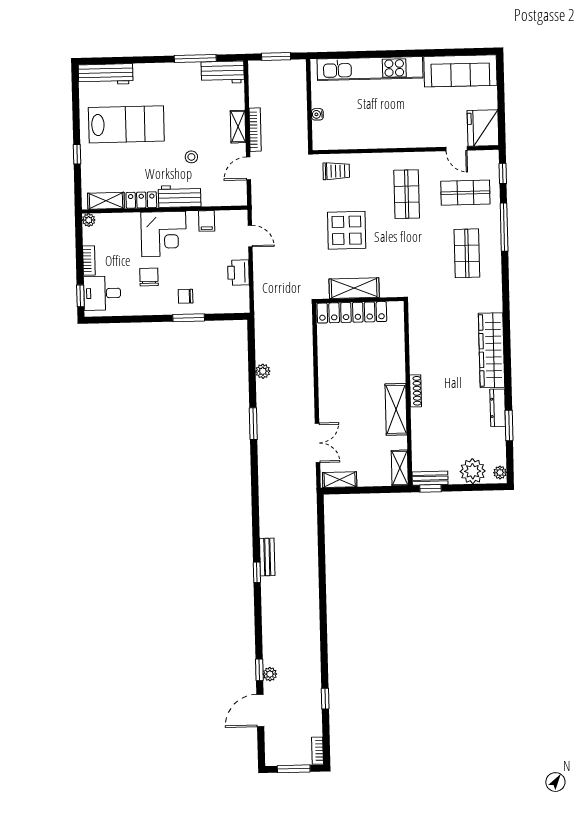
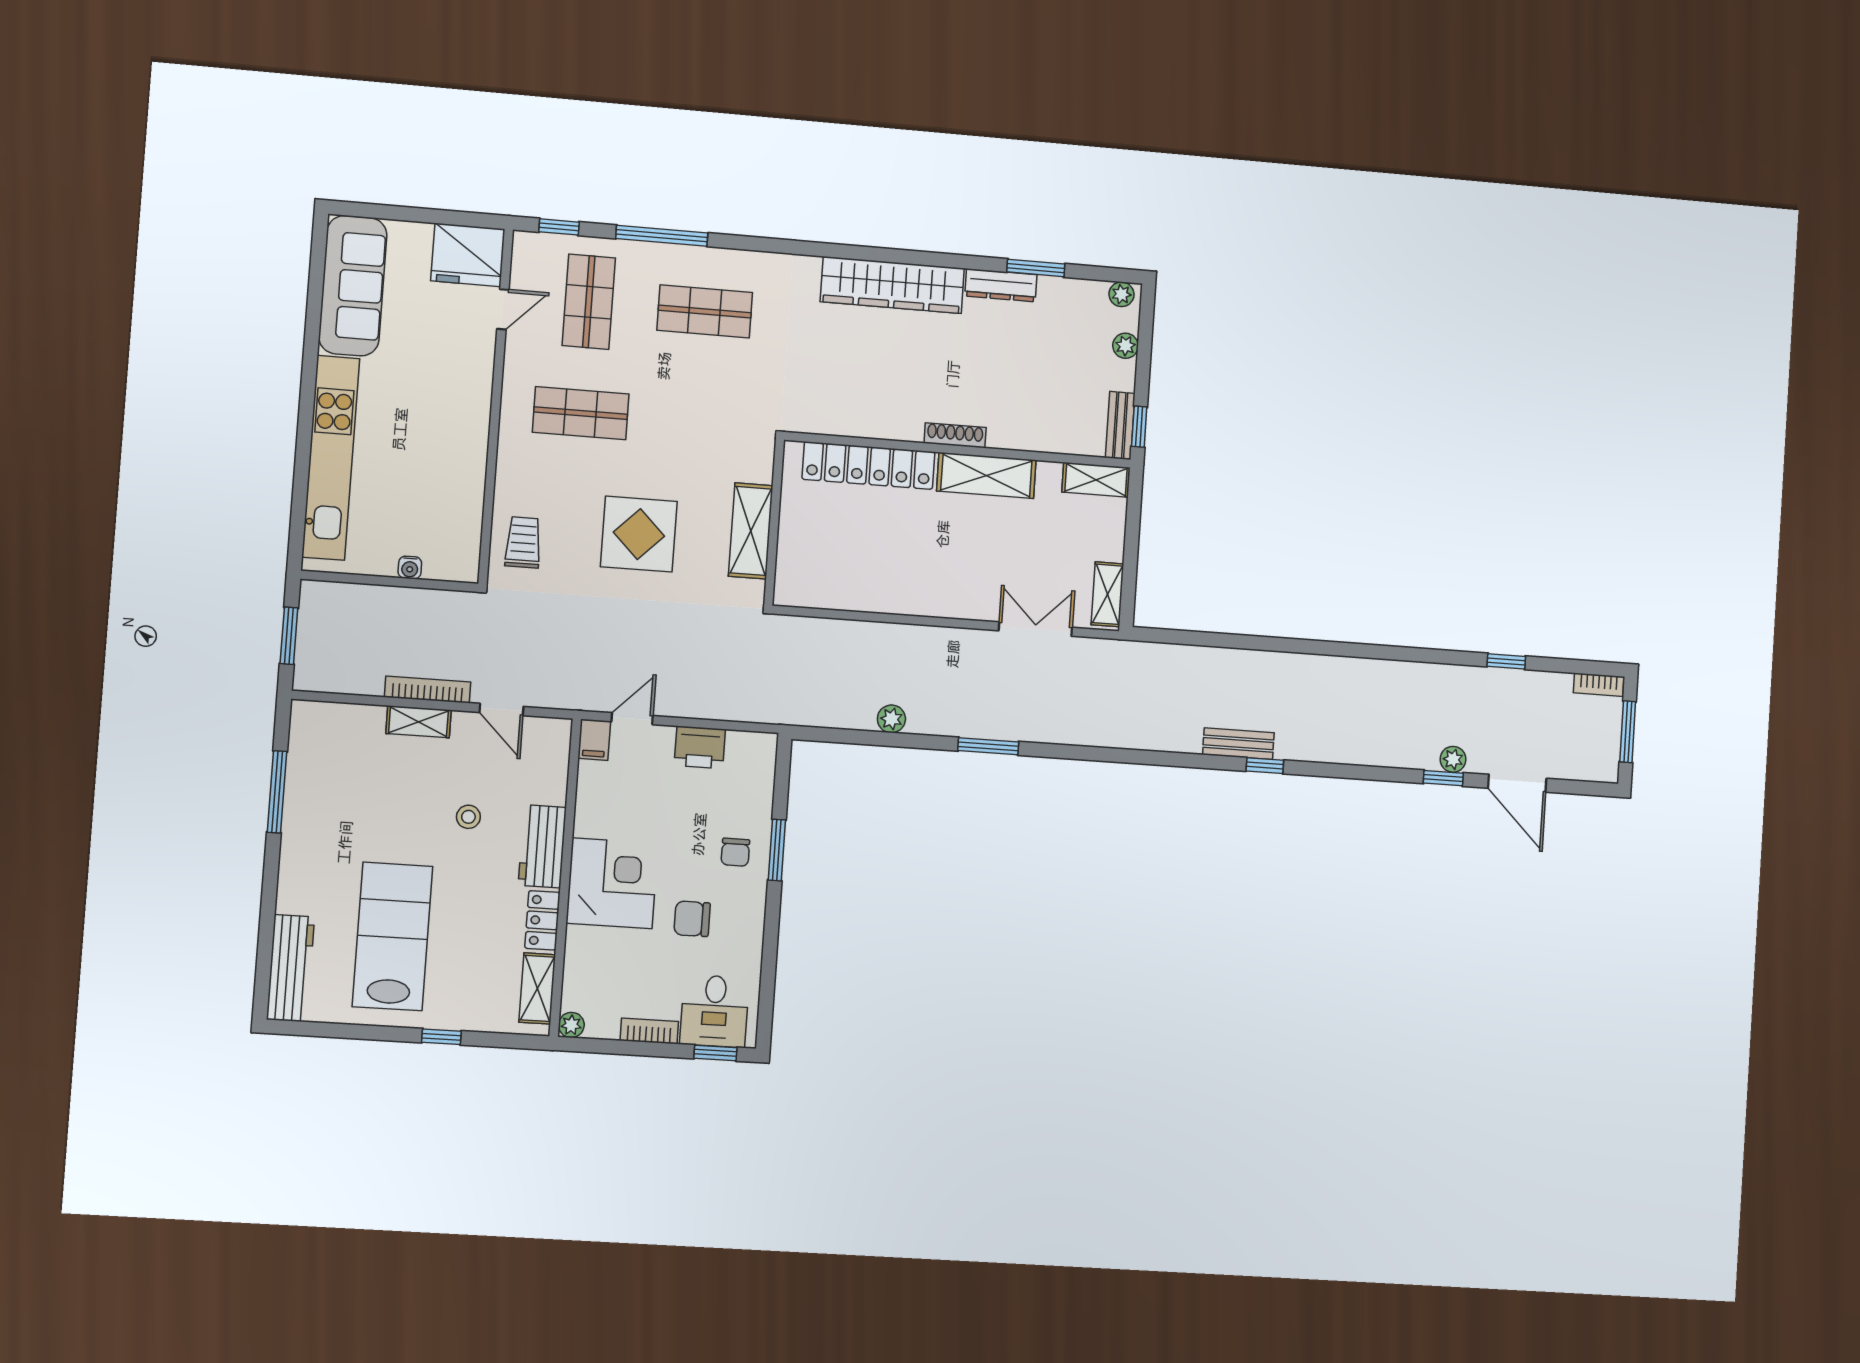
workbench: (223, 72) -> (309, 741), removed
filing cabinet: (207, 221) -> (594, 740), moved, turned 90
locker: (352, 312) -> (869, 466), moved, turned 90
plant: (473, 471) -> (1125, 346), width x0.53, depth x0.53

